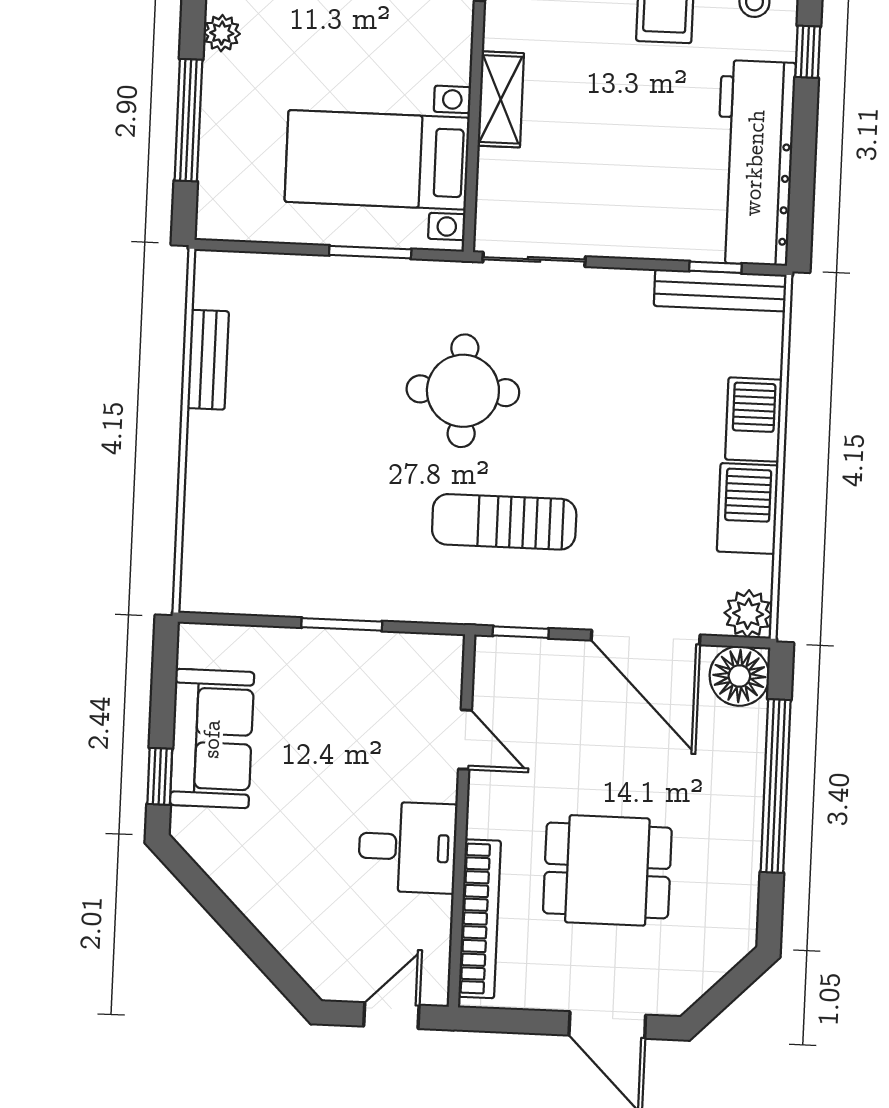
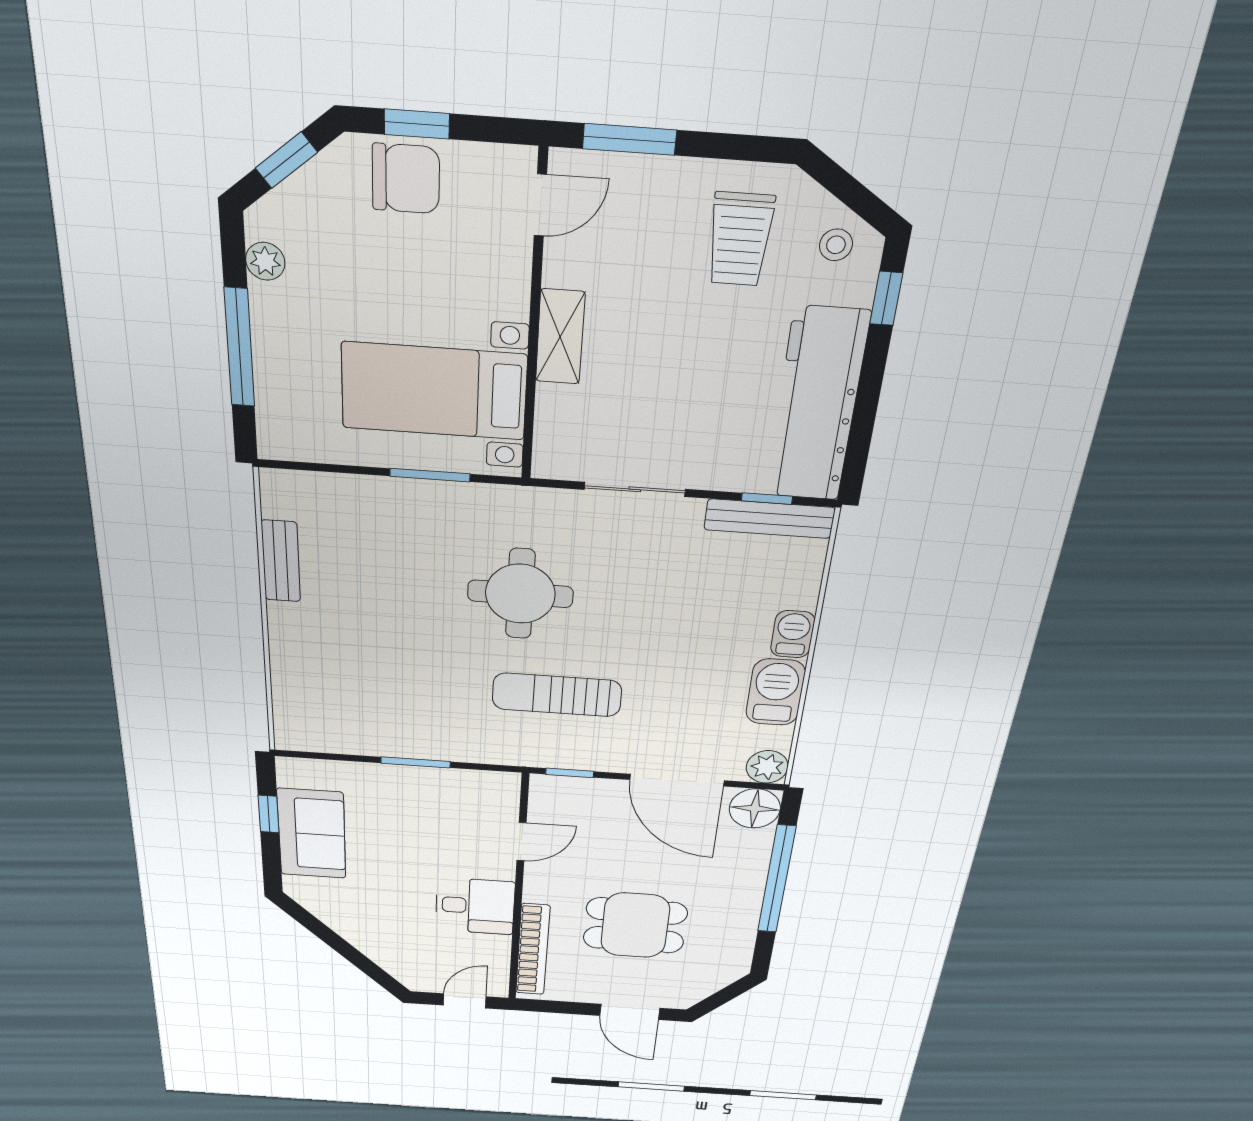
sliding door: (534, 259) -> (635, 489), moved
barbecue: (754, 420) -> (793, 634), width x0.73, depth x0.79
door: (465, 740) -> (522, 842), hinge flipped
window: (160, 776) -> (269, 814), moved

